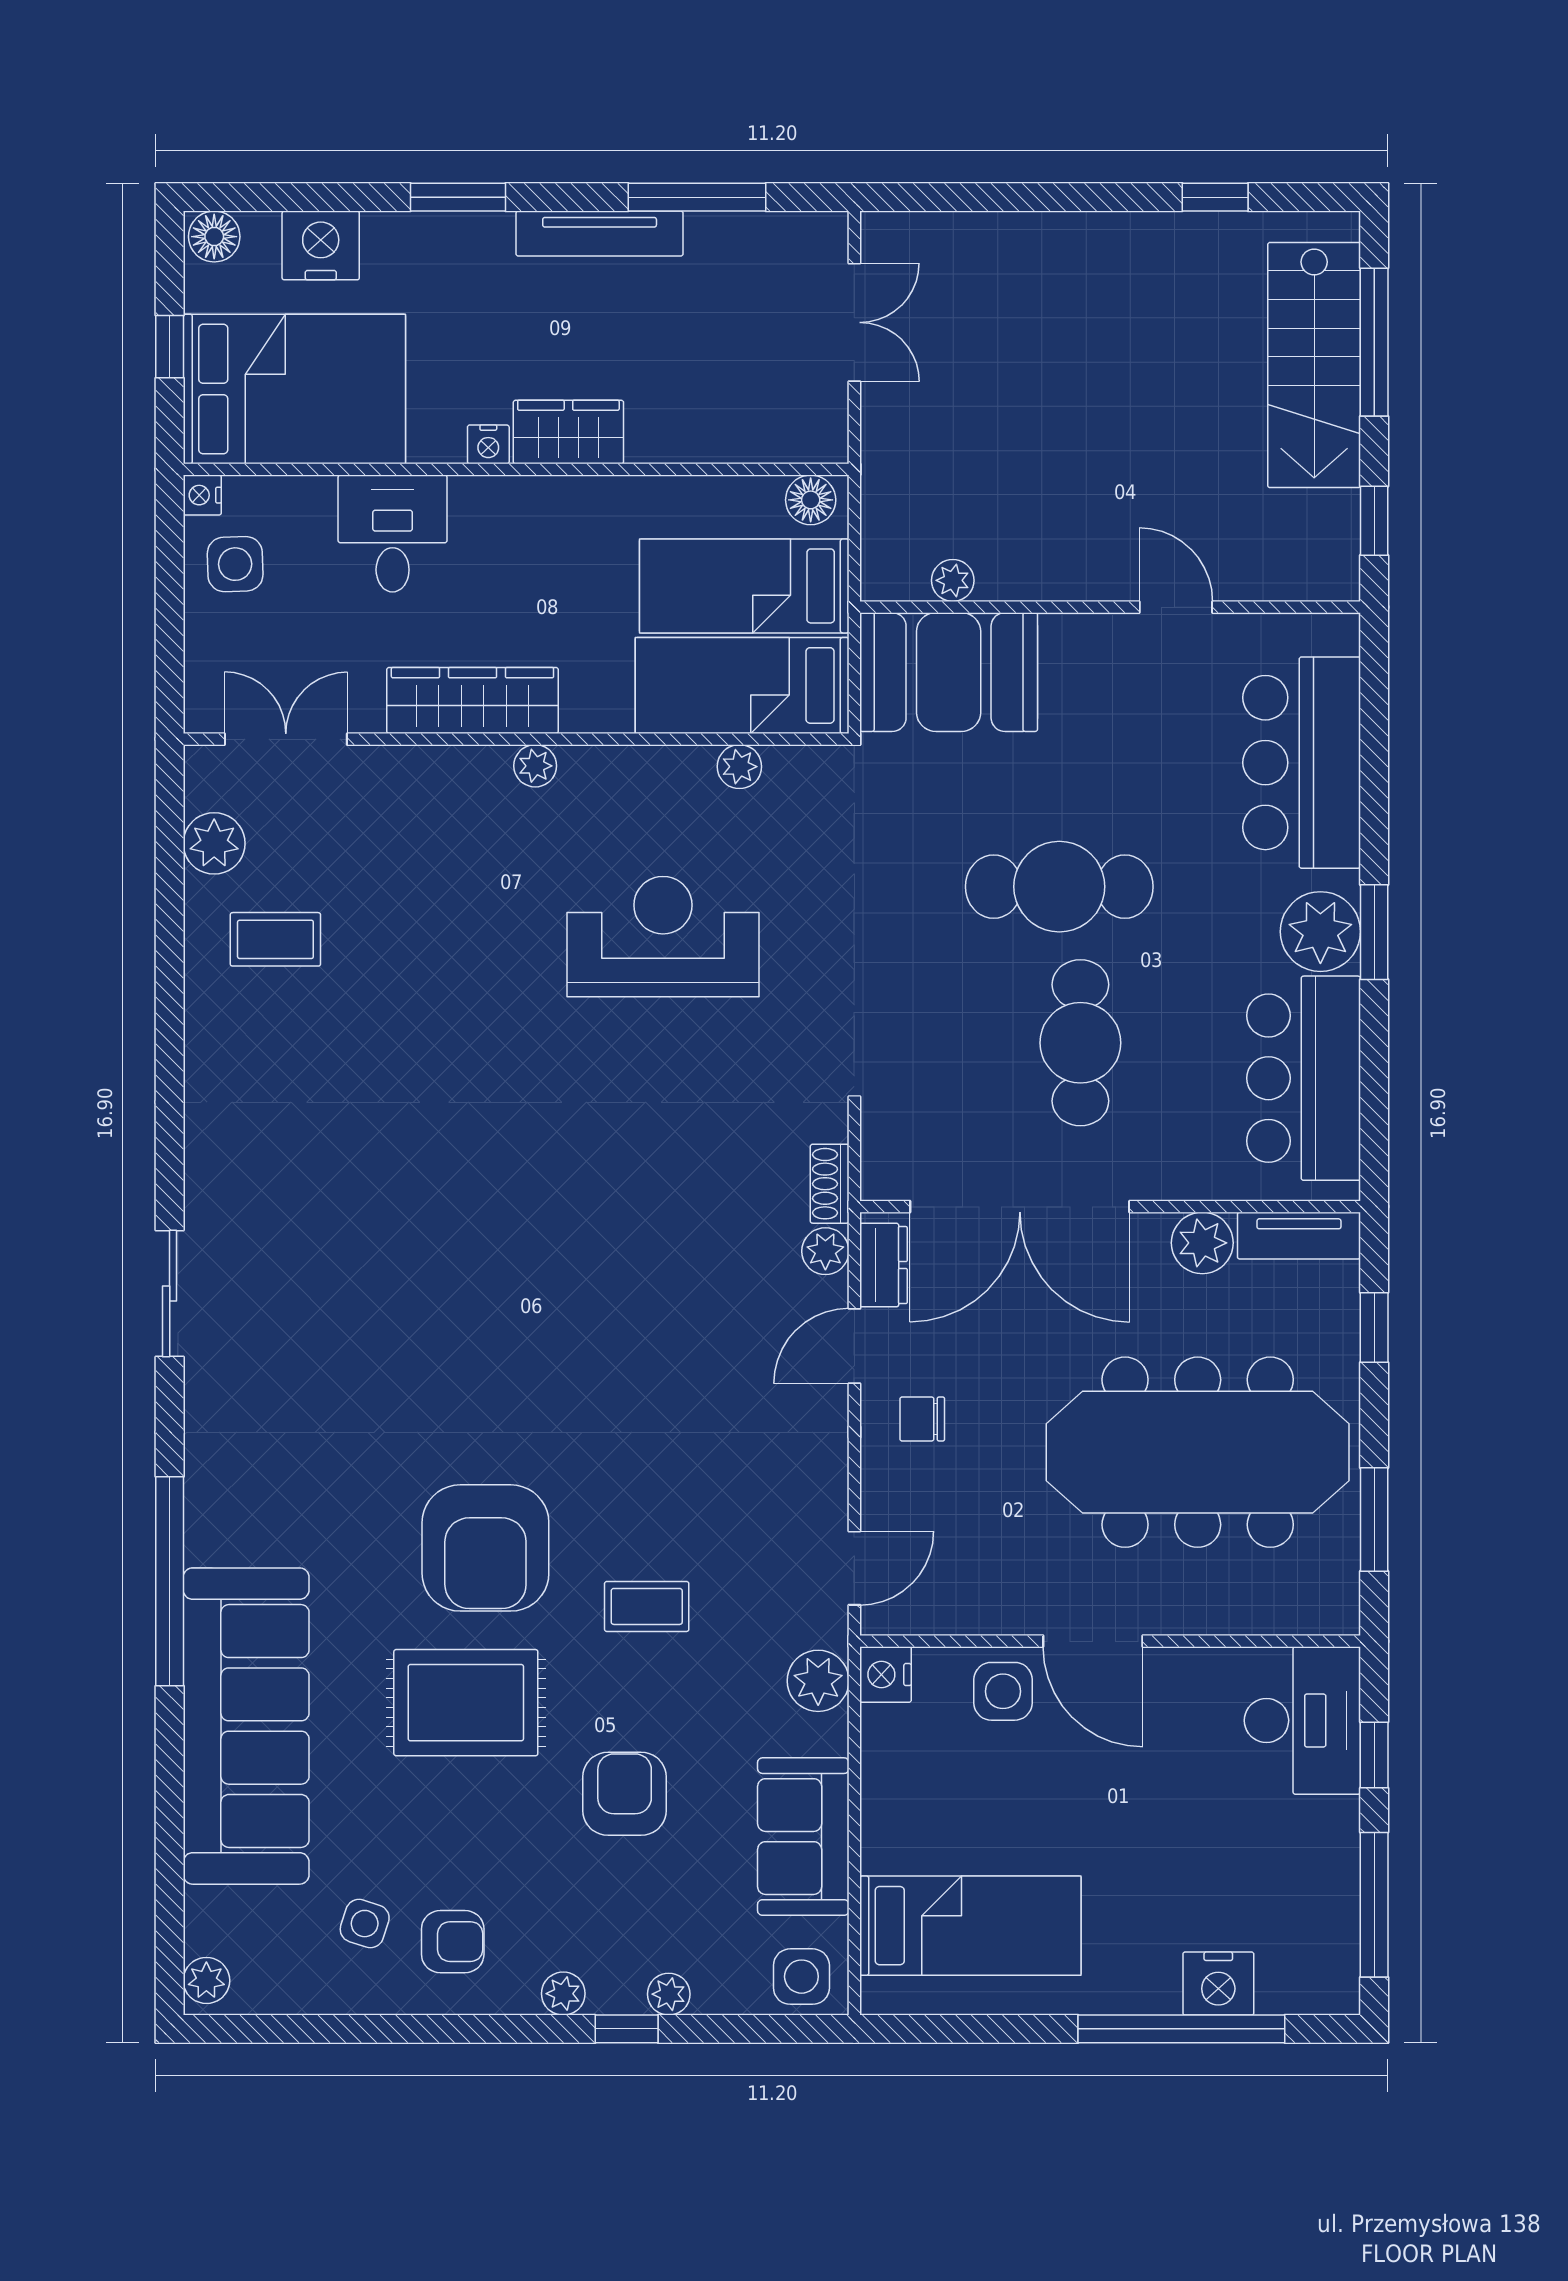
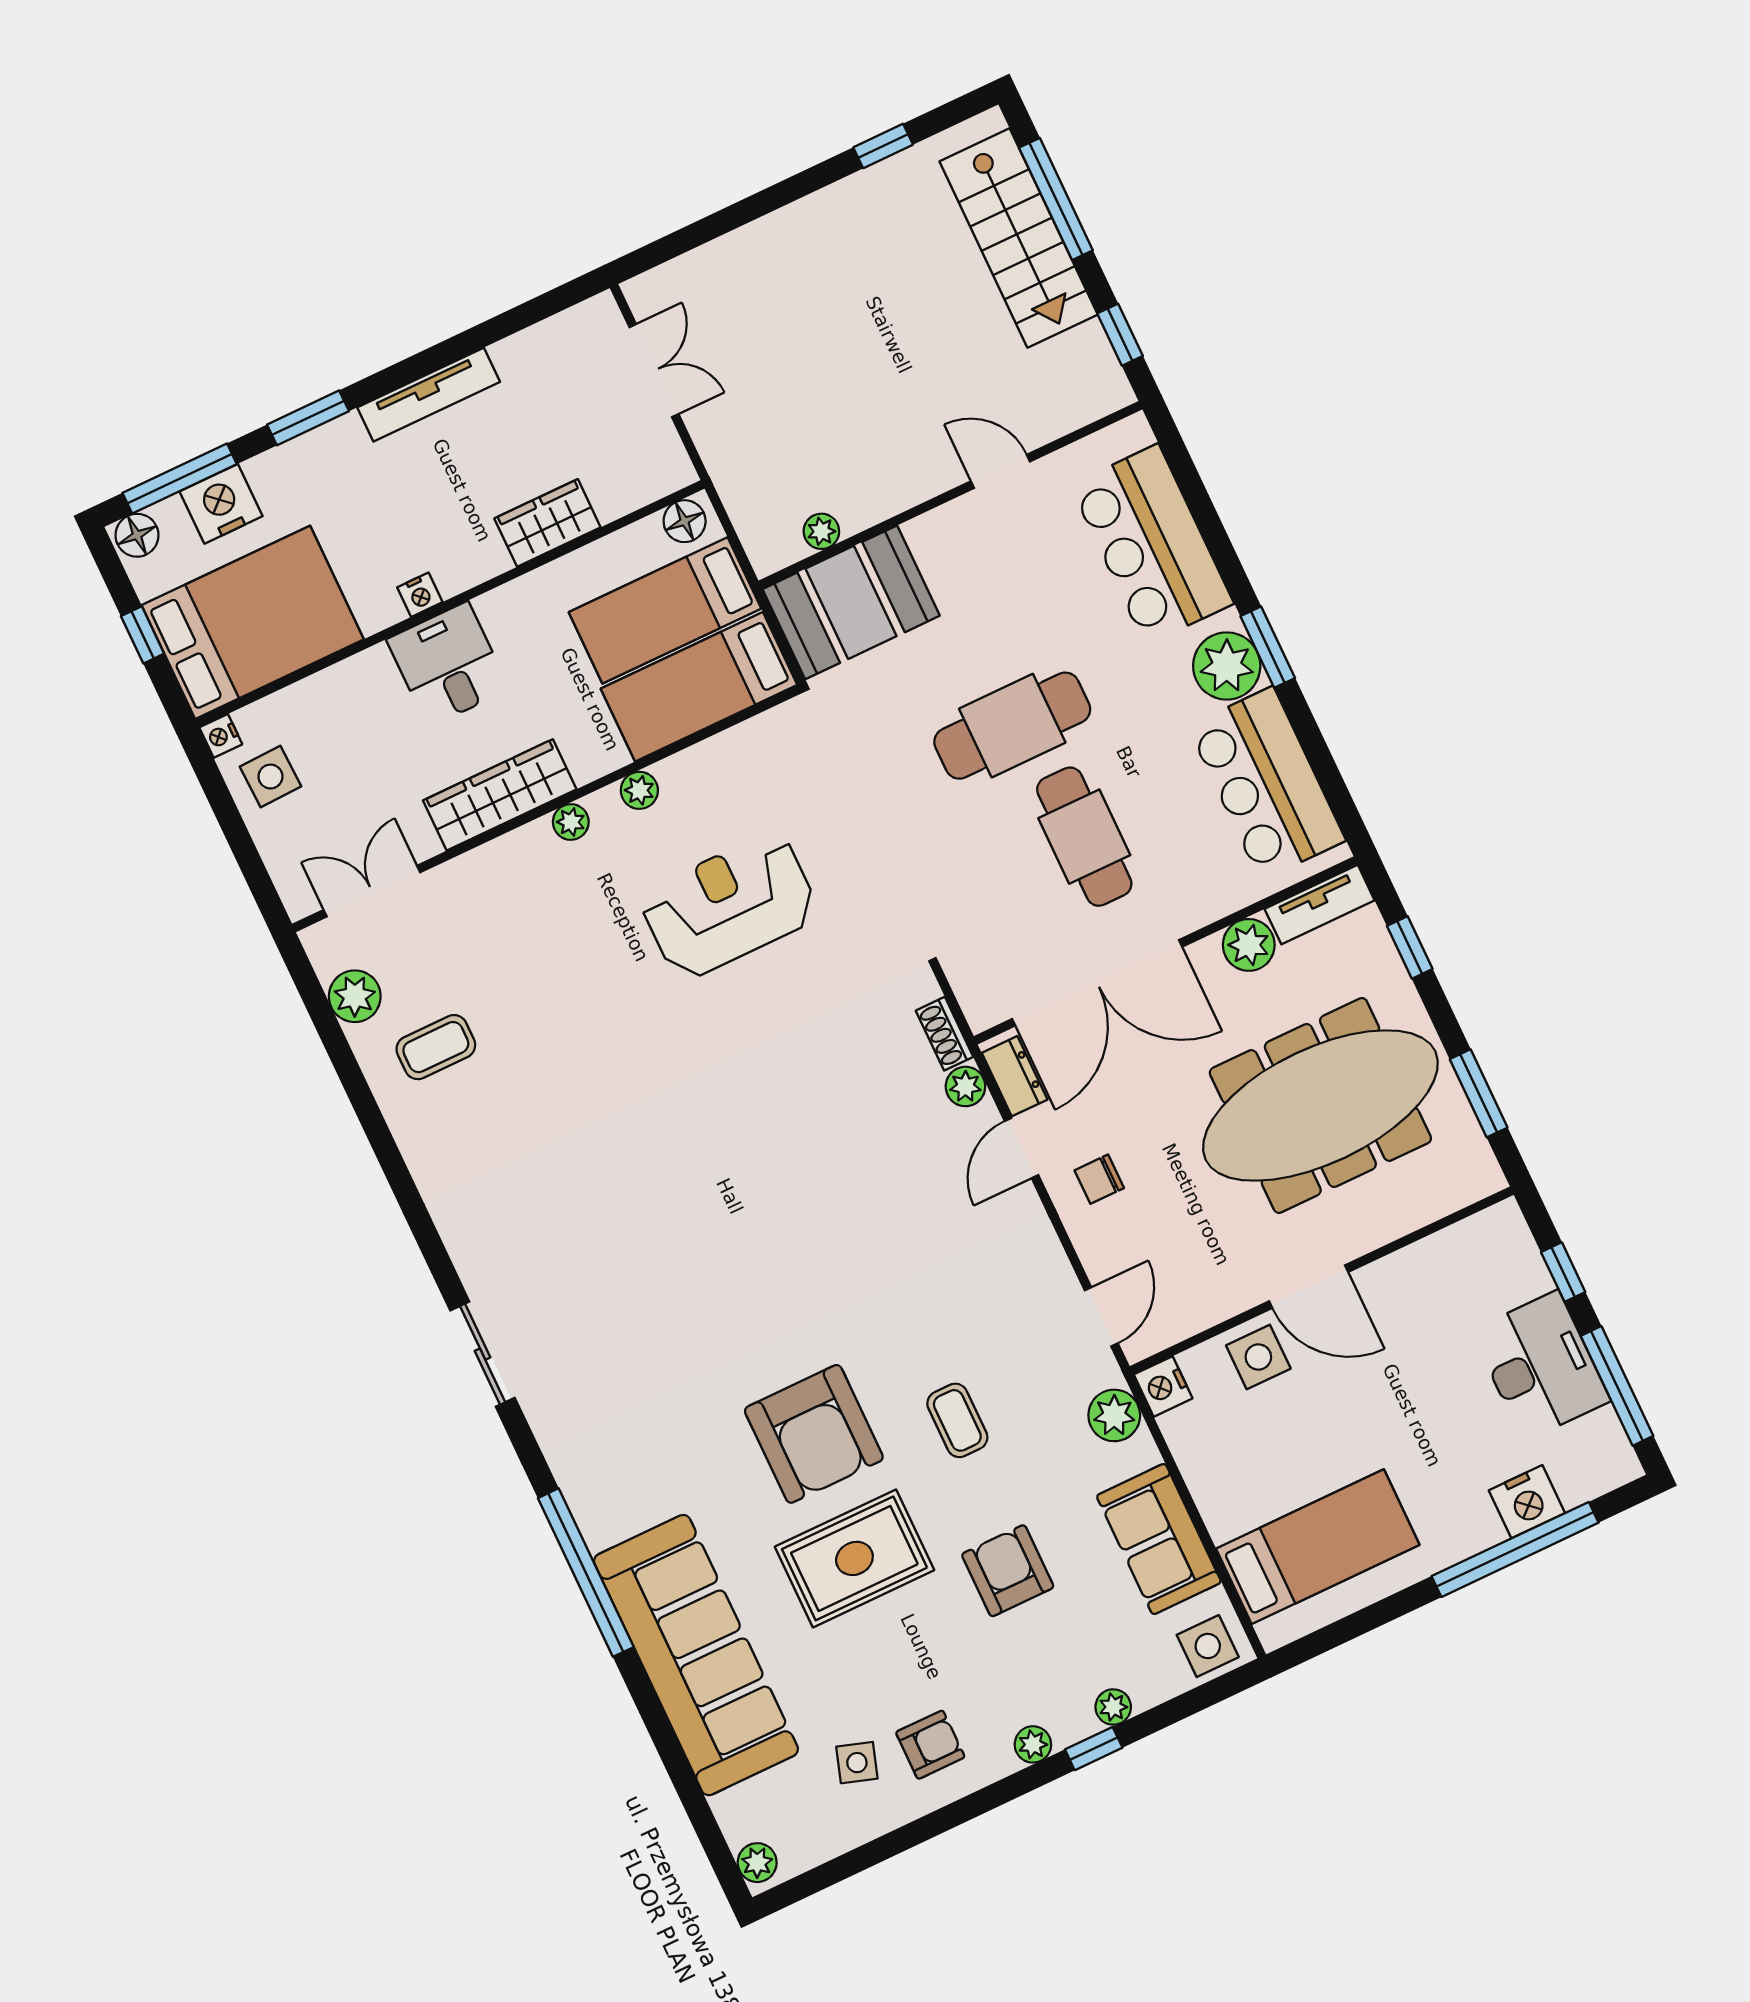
window: (697, 197) -> (180, 479), moved
wardrobe: (568, 432) -> (547, 523), moved
desk: (393, 534) -> (448, 664), moved
plant: (739, 767) -> (639, 790), moved
coffee table: (647, 1606) -> (957, 1420), turned 90
desk: (1302, 1720) -> (1541, 1366), moved

